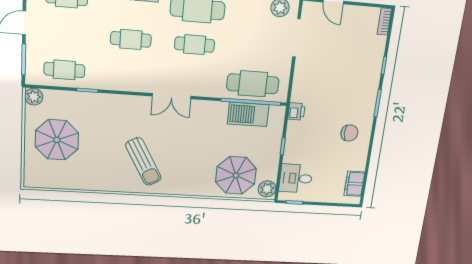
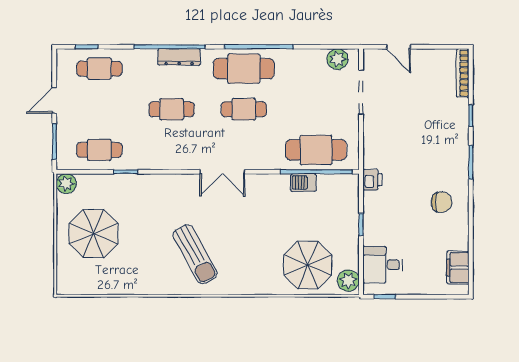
bookcase: (384, 22) -> (463, 73), width x1.56
barbecue: (248, 114) -> (303, 183), width x0.53, depth x0.65

